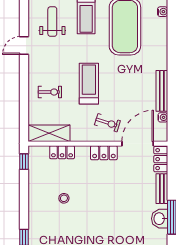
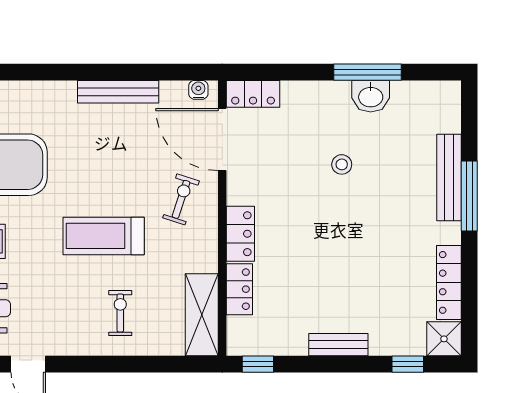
water cooler: (163, 117) -> (198, 90), moved
locker: (104, 153) -> (240, 234), moved
bench: (162, 189) -> (338, 345), moved
stool: (64, 198) -> (342, 164), moved

